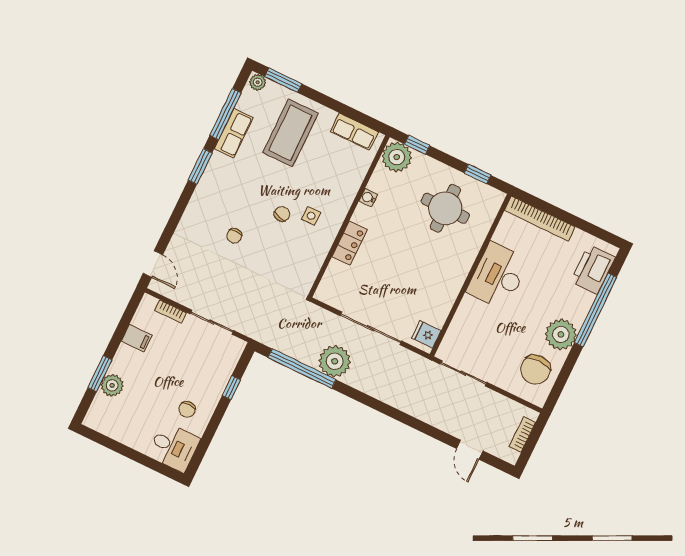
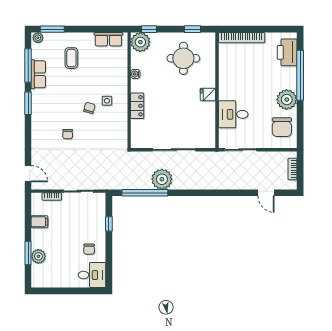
coffee table: (290, 133) -> (71, 58), width x0.54, depth x0.58
desk: (498, 276) -> (233, 114), moved, width x0.73
fridge: (426, 334) -> (208, 94), moved

